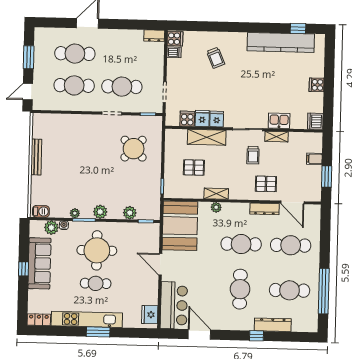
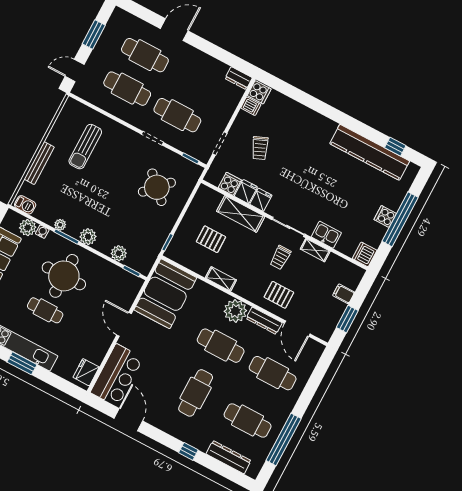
trolley: (216, 58) -> (260, 148), moved
window: (329, 81) -> (400, 219), added
sun lounger: (64, 145) -> (85, 147), added
bench: (36, 157) -> (39, 163), moved
plant: (216, 207) -> (235, 311), moved, width x1.88, depth x1.88
dresser: (273, 325) -> (229, 457), moved

